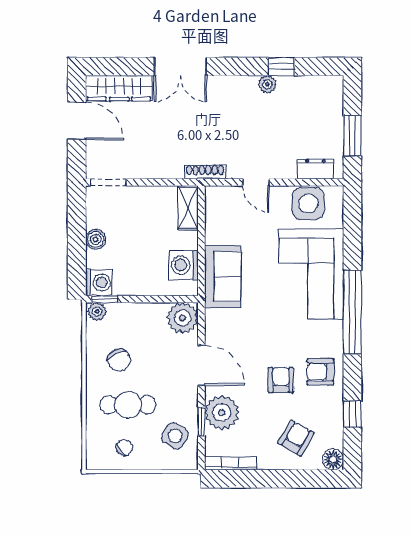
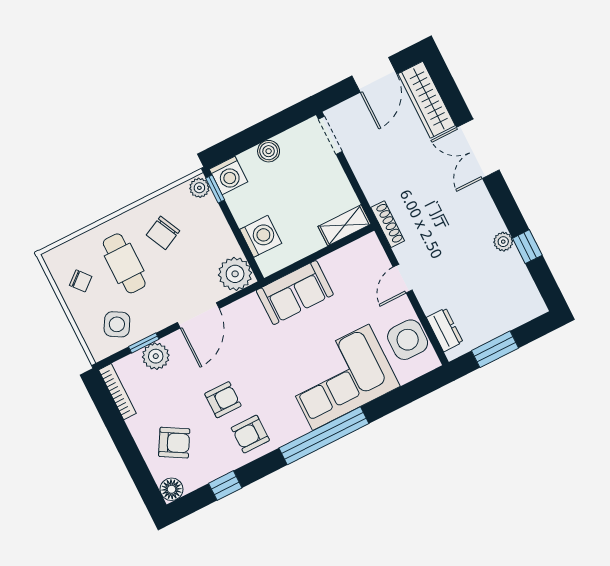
washing machine: (184, 265) -> (261, 236), moved, turned 90
armchair: (320, 372) -> (250, 434), turned -90
plant: (222, 413) -> (156, 356), width x0.73, depth x0.73

